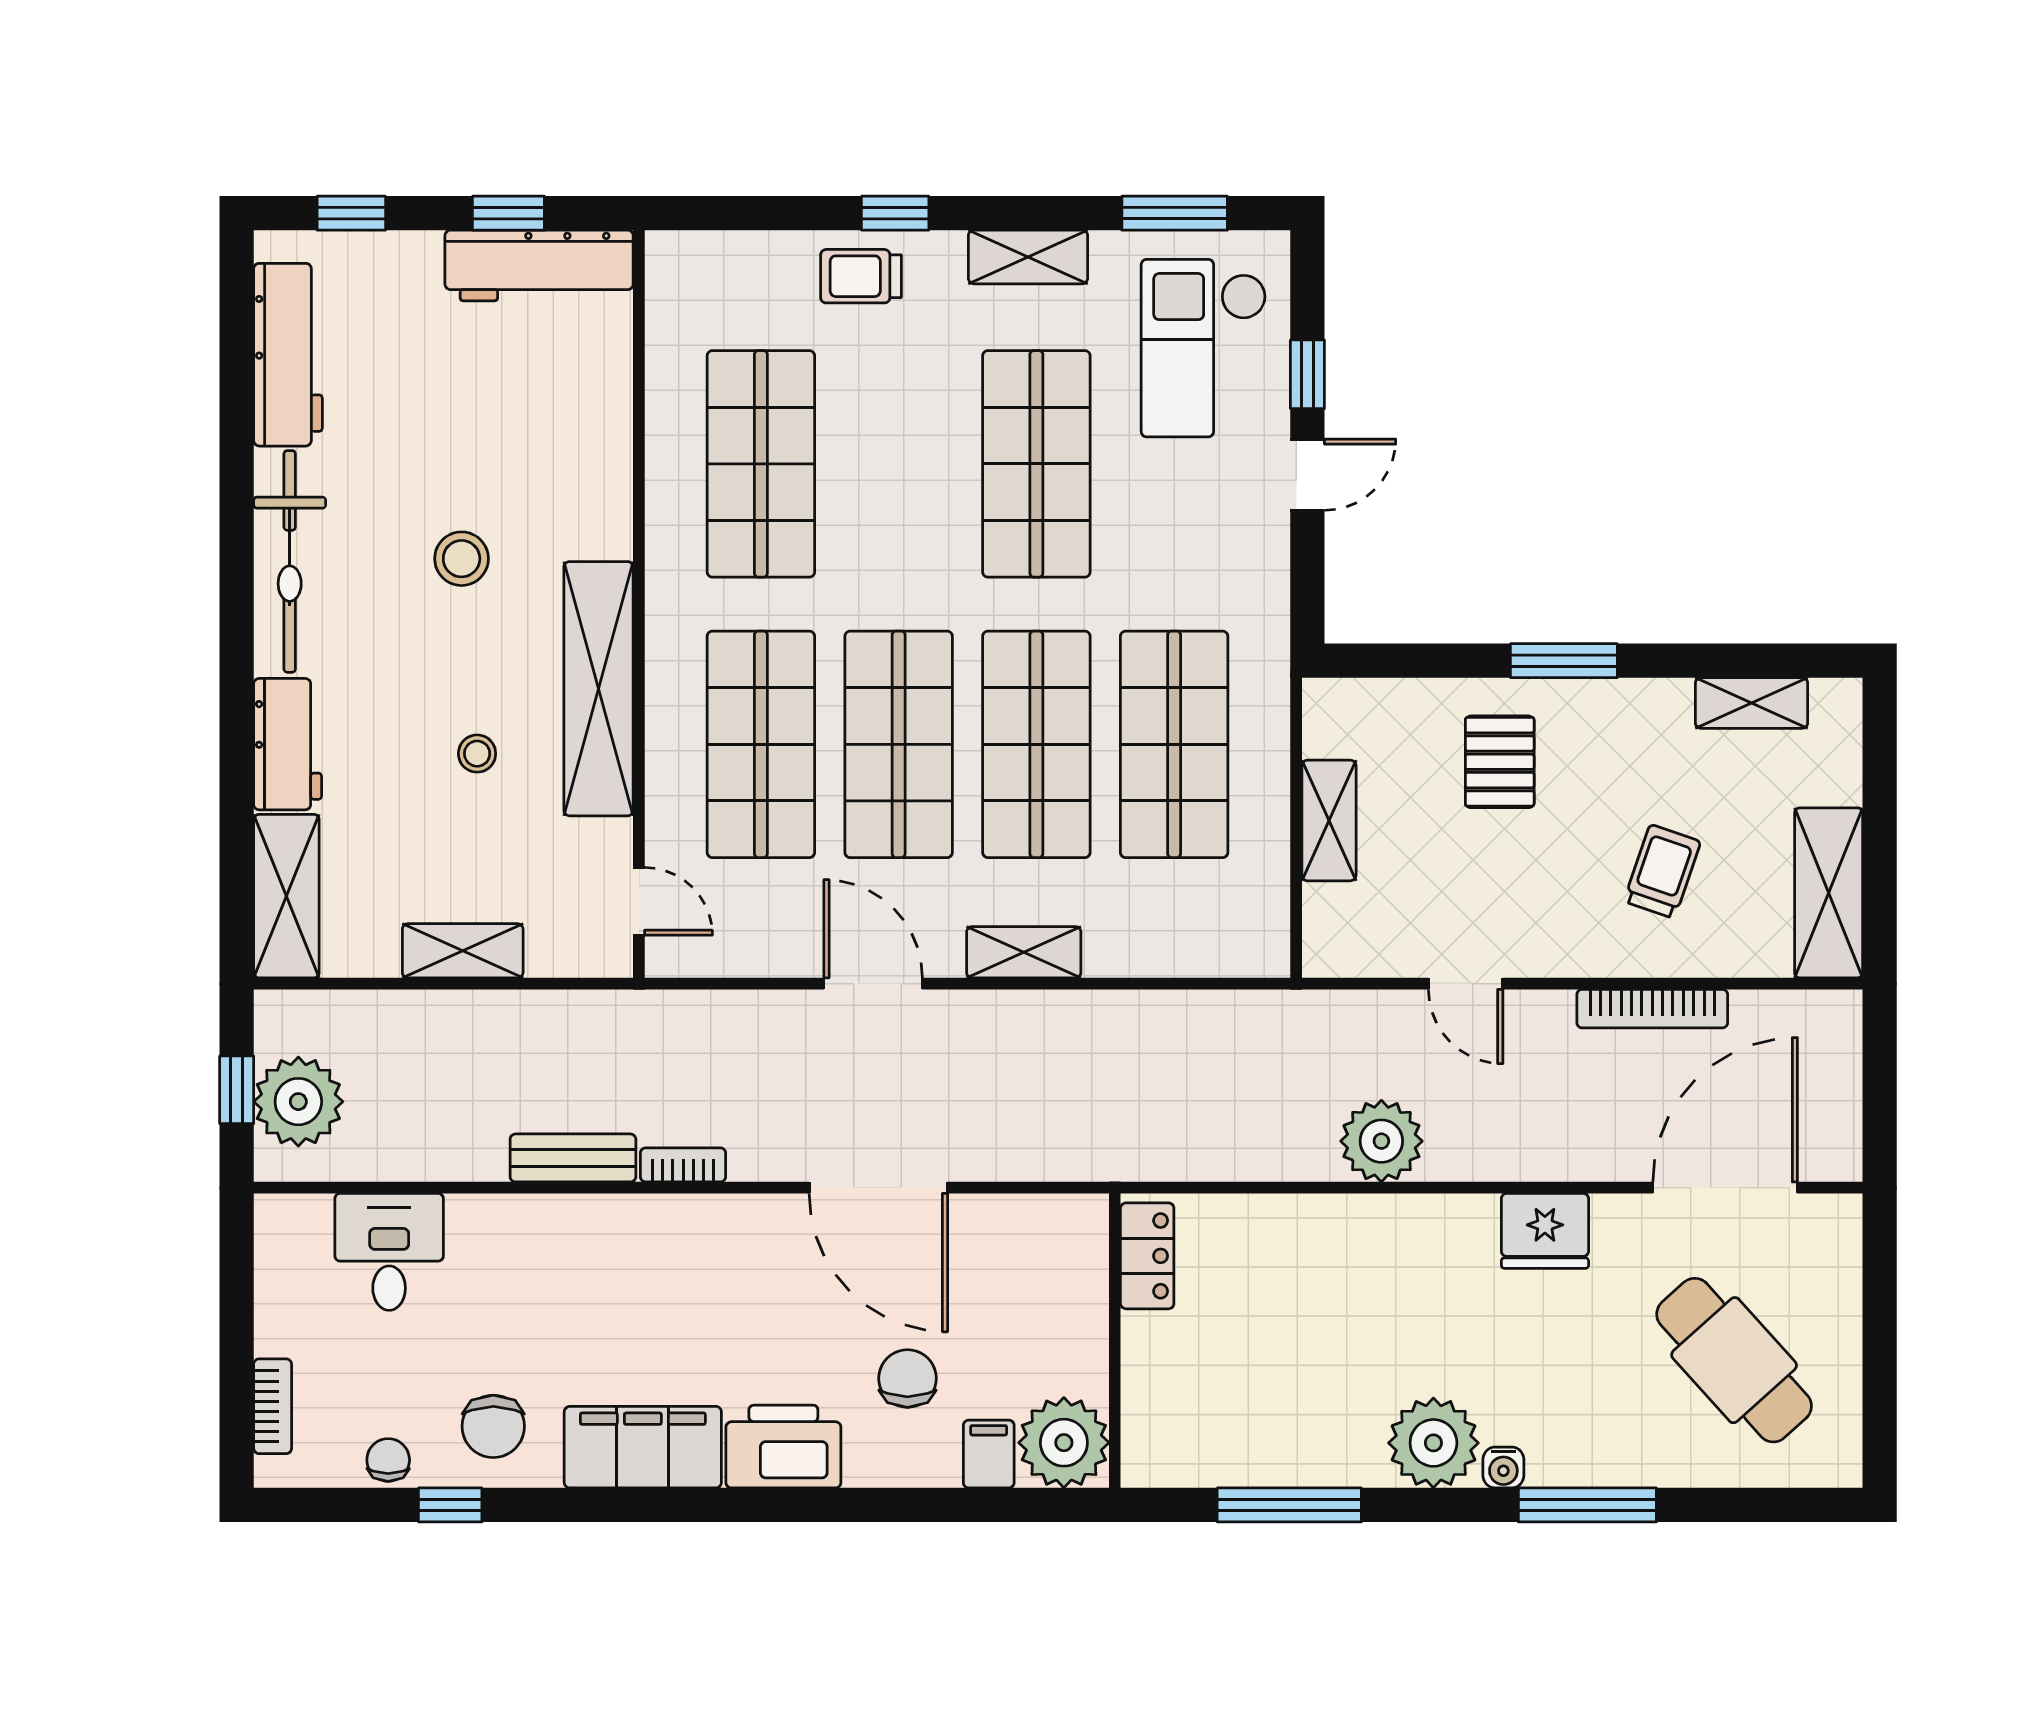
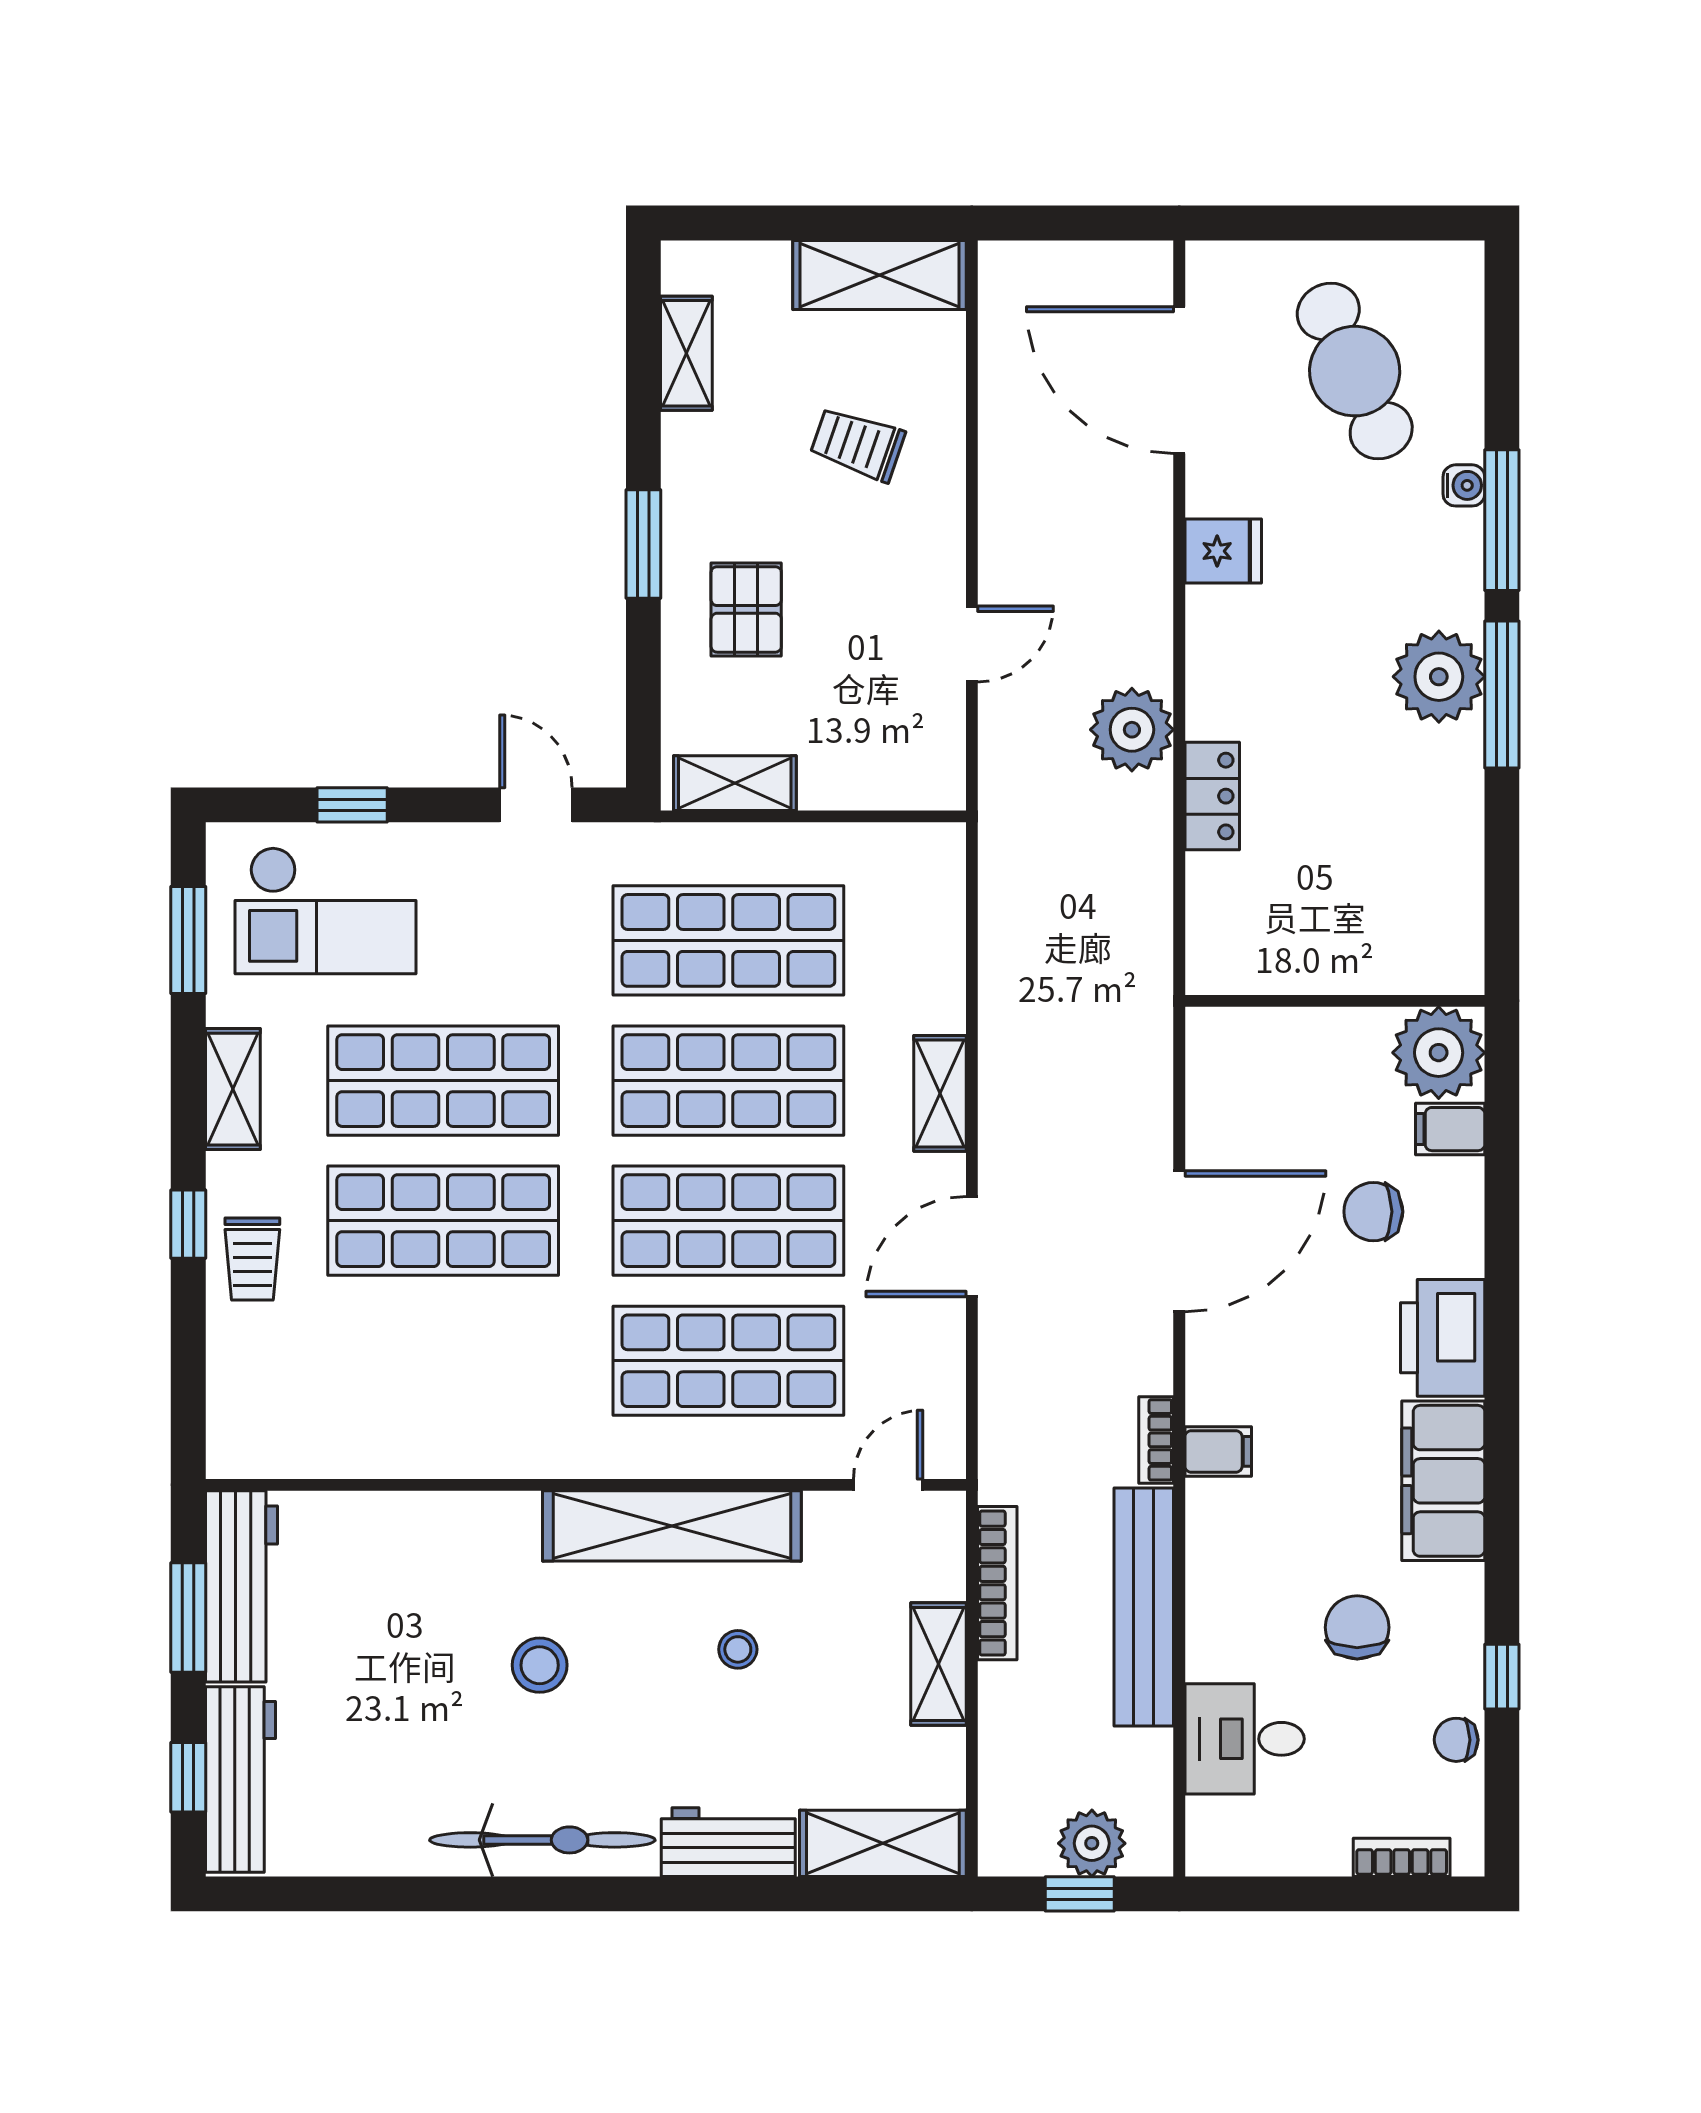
window: (508, 213) -> (188, 1617), width x1.50
workbench: (288, 355) -> (240, 1779), moved, turned 90
shop shelf: (761, 464) -> (443, 1221), moved
door: (1307, 475) -> (536, 805), moved
pallet: (1500, 762) -> (746, 609), turned 90
shelving: (1329, 820) -> (735, 783), moved
bookcase: (1652, 1009) -> (997, 1583), moved
plant: (298, 1102) -> (1092, 1843), width x0.73, depth x0.73
bench: (573, 1158) -> (1144, 1607), width x1.86, depth x1.21
filing cabinet: (672, 1226) -> (1218, 1451), added
fridge: (1545, 1231) -> (1223, 551), width x0.72
locker: (1147, 1256) -> (1212, 796), moved, turned 90
cafe table: (1734, 1360) -> (1355, 371), turned -72
chair: (493, 1426) -> (1357, 1627), moved, turned -90
water cooler: (1503, 1467) -> (1464, 485), moved
window: (1289, 1505) -> (1502, 694), moved

